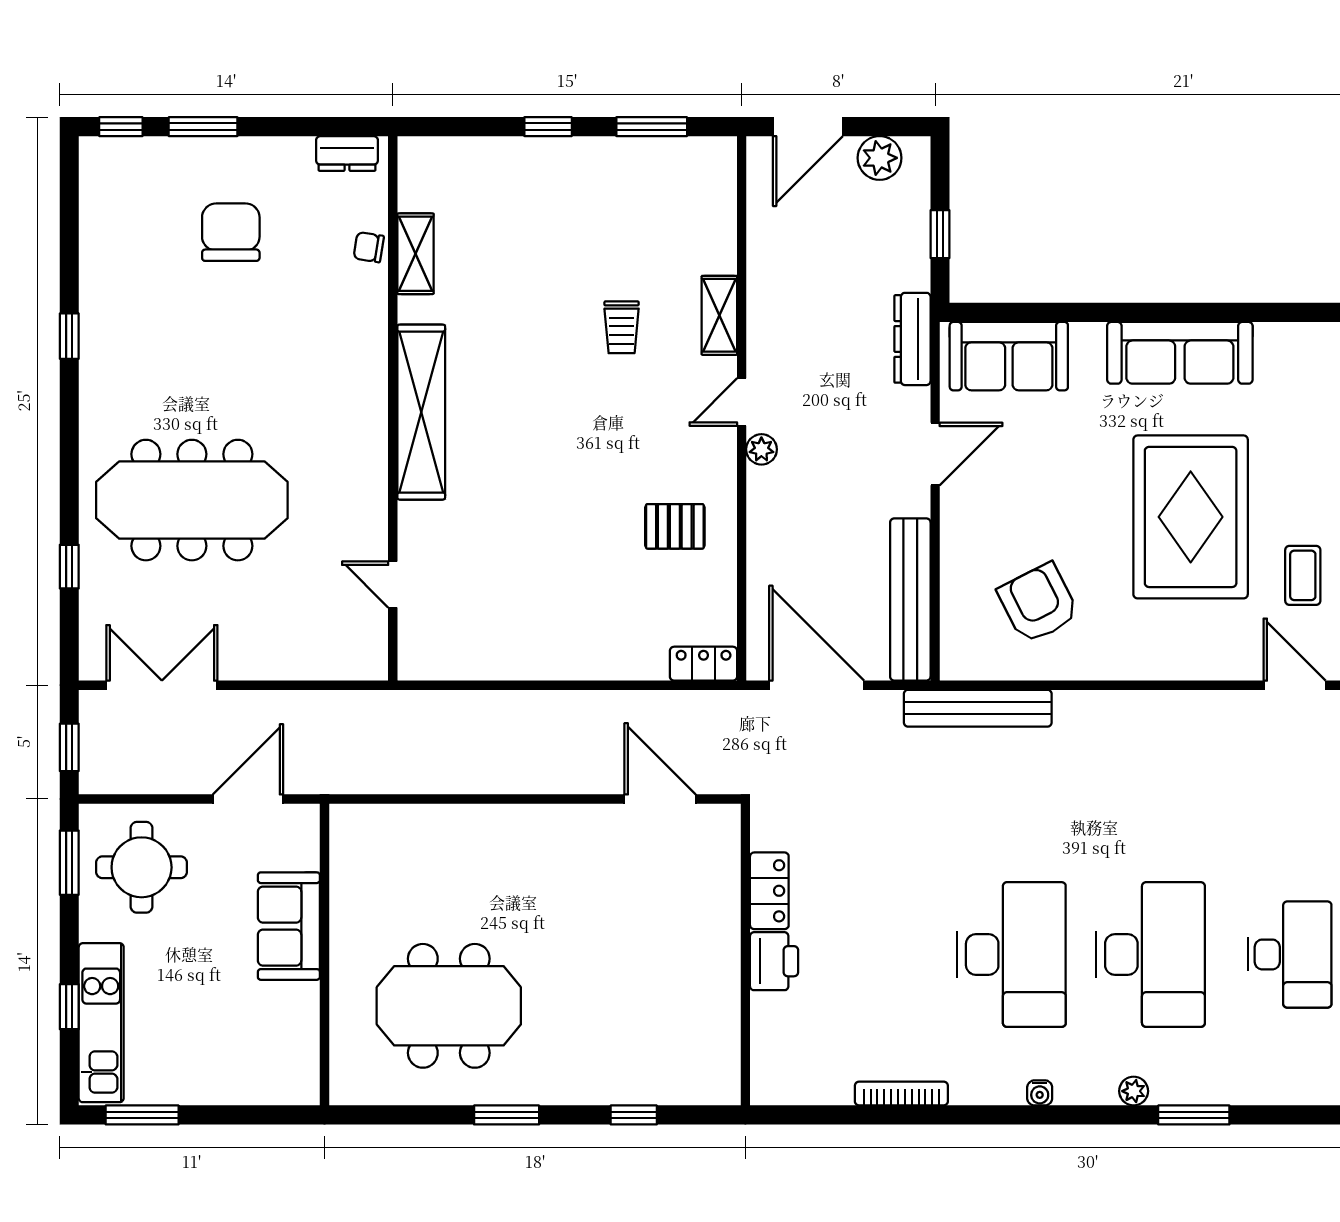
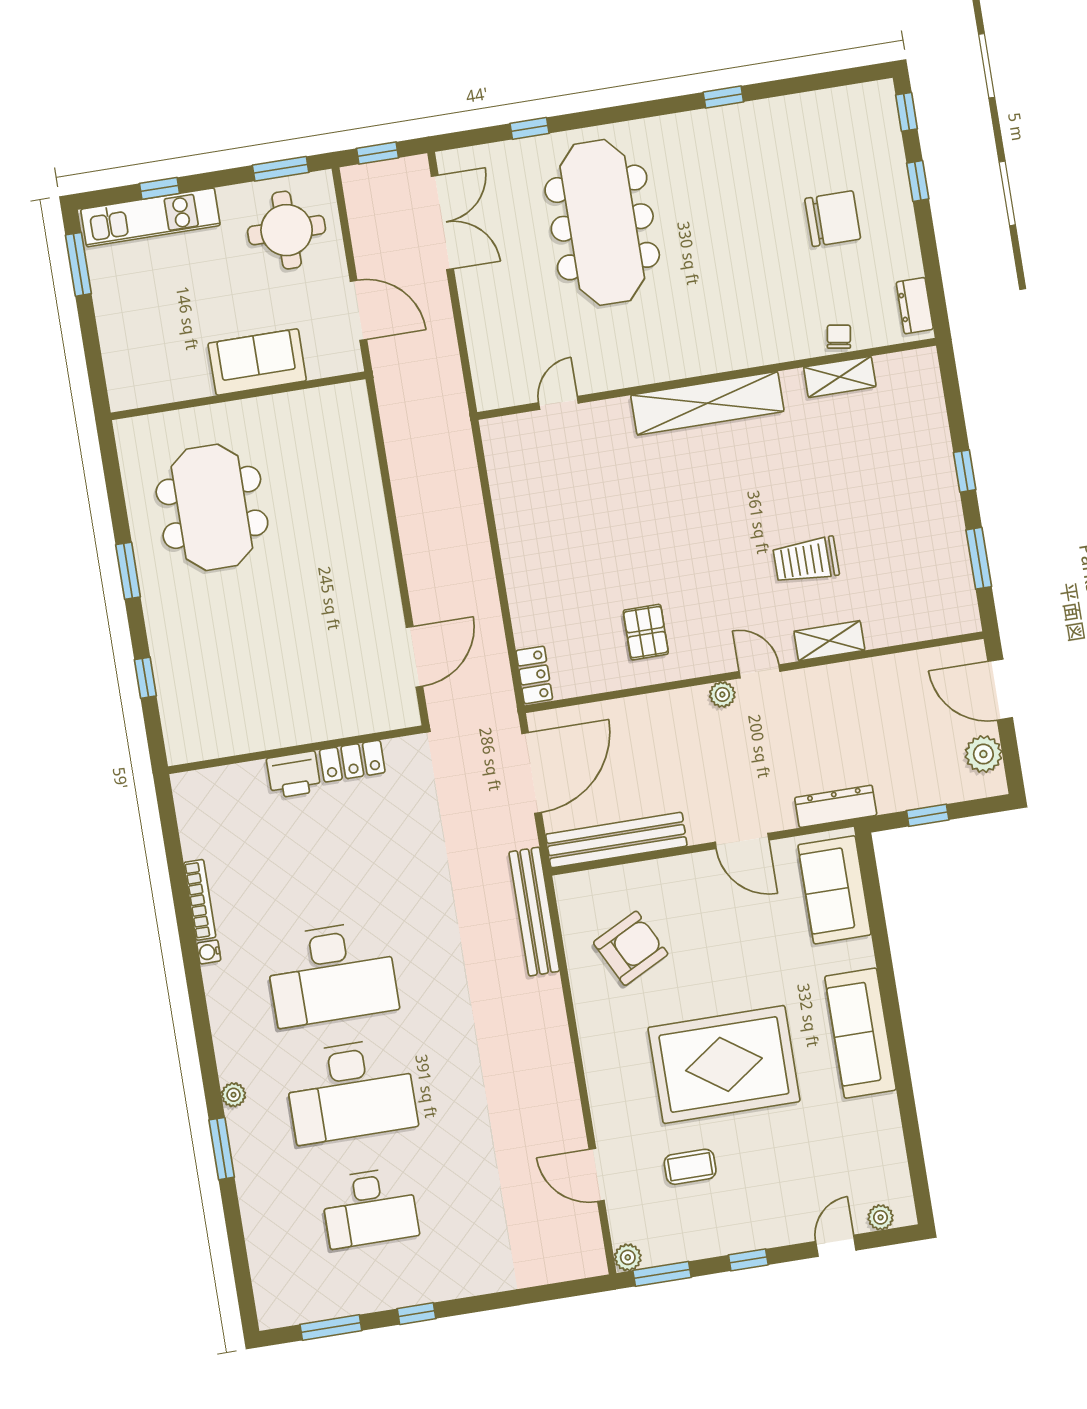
window: (203, 127) -> (918, 181), width x0.67
trolley: (622, 327) -> (806, 560), width x1.36, depth x1.39
door: (1295, 685) -> (597, 1175), swing flipped
water cooler: (1040, 1093) -> (209, 952), moved

